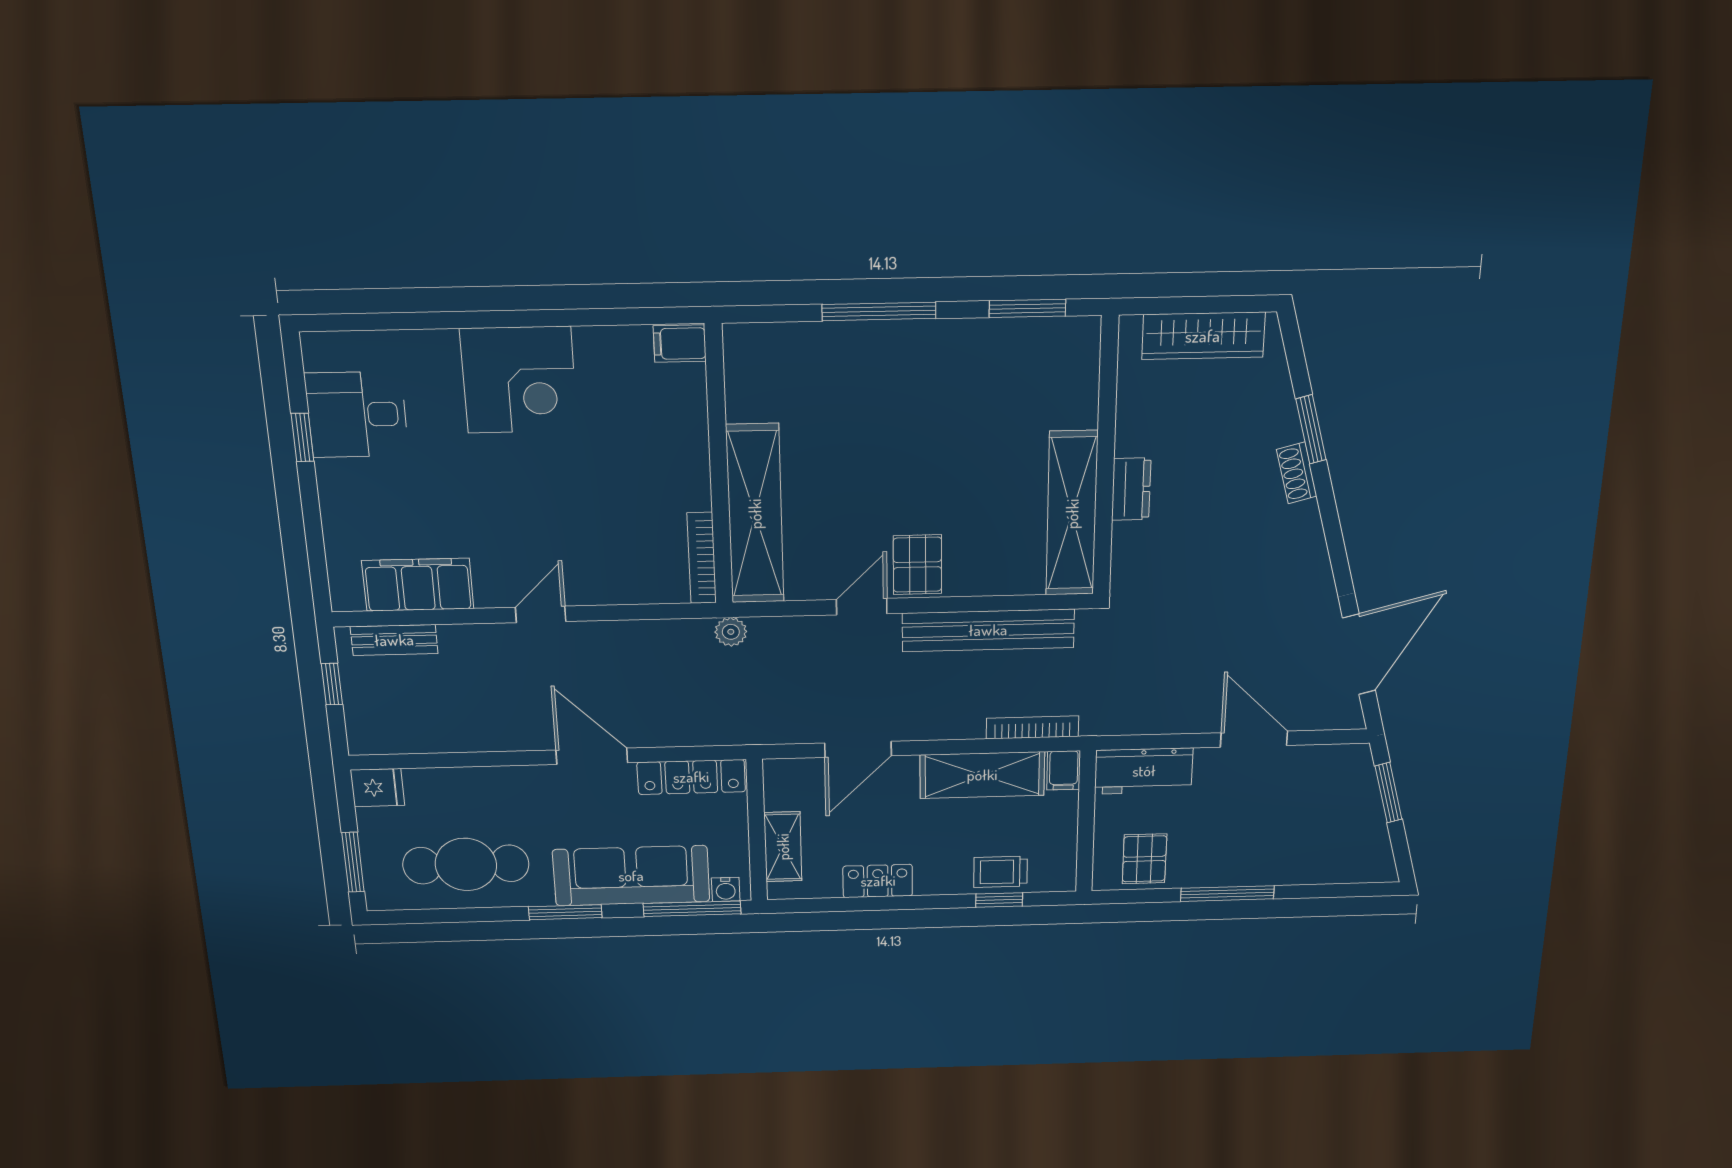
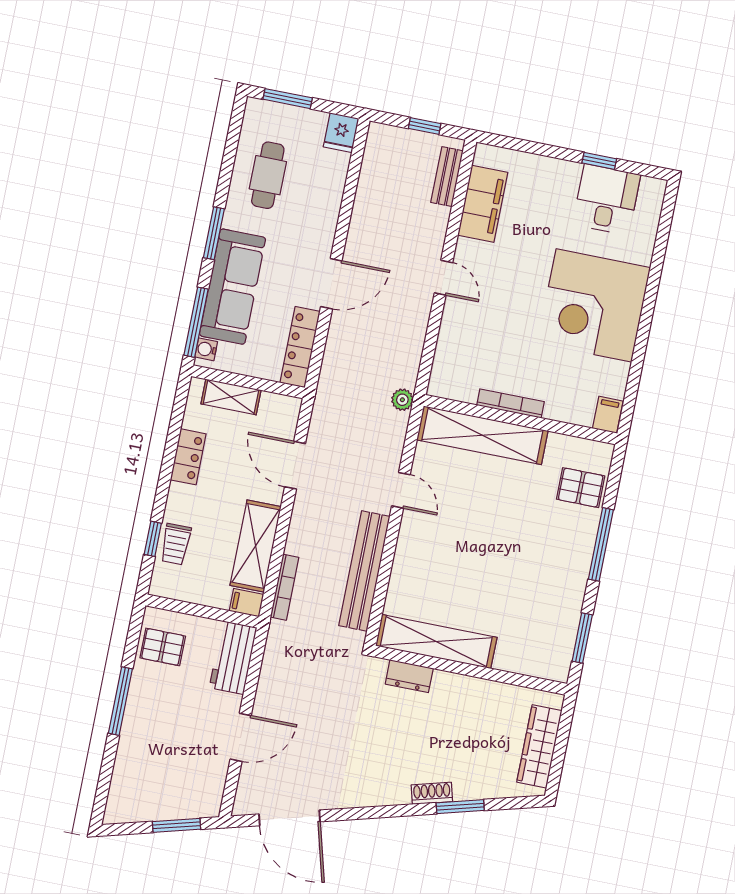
corner desk: (519, 380) -> (594, 305), width x1.36, depth x1.36
dresser: (1131, 489) -> (409, 676), moved
bookcase: (702, 558) -> (510, 403), moved
pallet: (917, 565) -> (581, 488), moved
cafe table: (466, 864) -> (268, 175), width x0.73, depth x0.74
trolley: (1001, 872) -> (176, 544), turned 180

